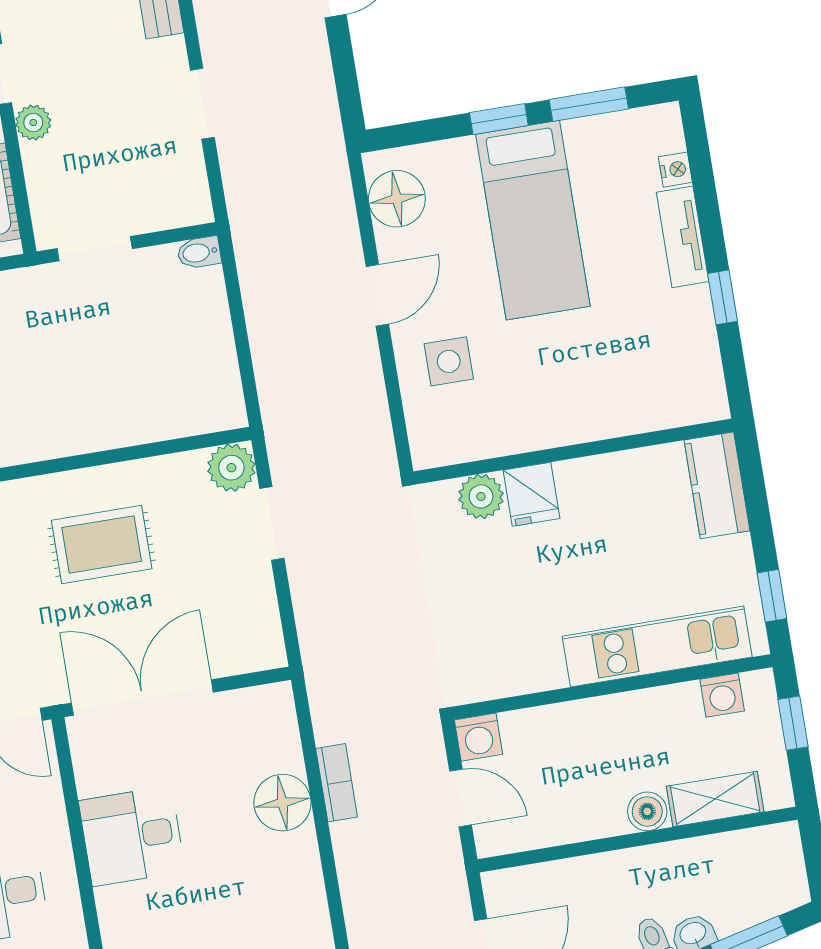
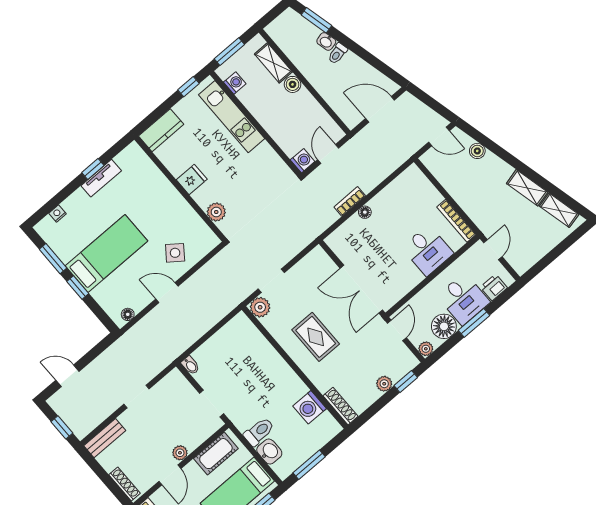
floor lamp: (397, 199) -> (128, 314), width x0.53, depth x0.53
tv unit: (683, 237) -> (101, 178), moved
side table: (449, 361) -> (175, 253), turned 37
fridge: (532, 494) -> (192, 179), moved
window: (793, 723) -> (229, 52), width x1.50
floor lamp: (282, 803) -> (365, 212), width x0.53, depth x0.53
desk: (132, 836) -> (428, 250), moved

